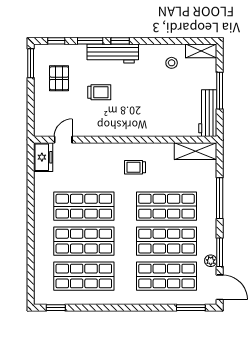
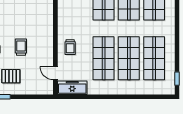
freezer: (43, 157) -> (72, 88), width x1.40
trolley: (135, 167) -> (70, 47), moved

